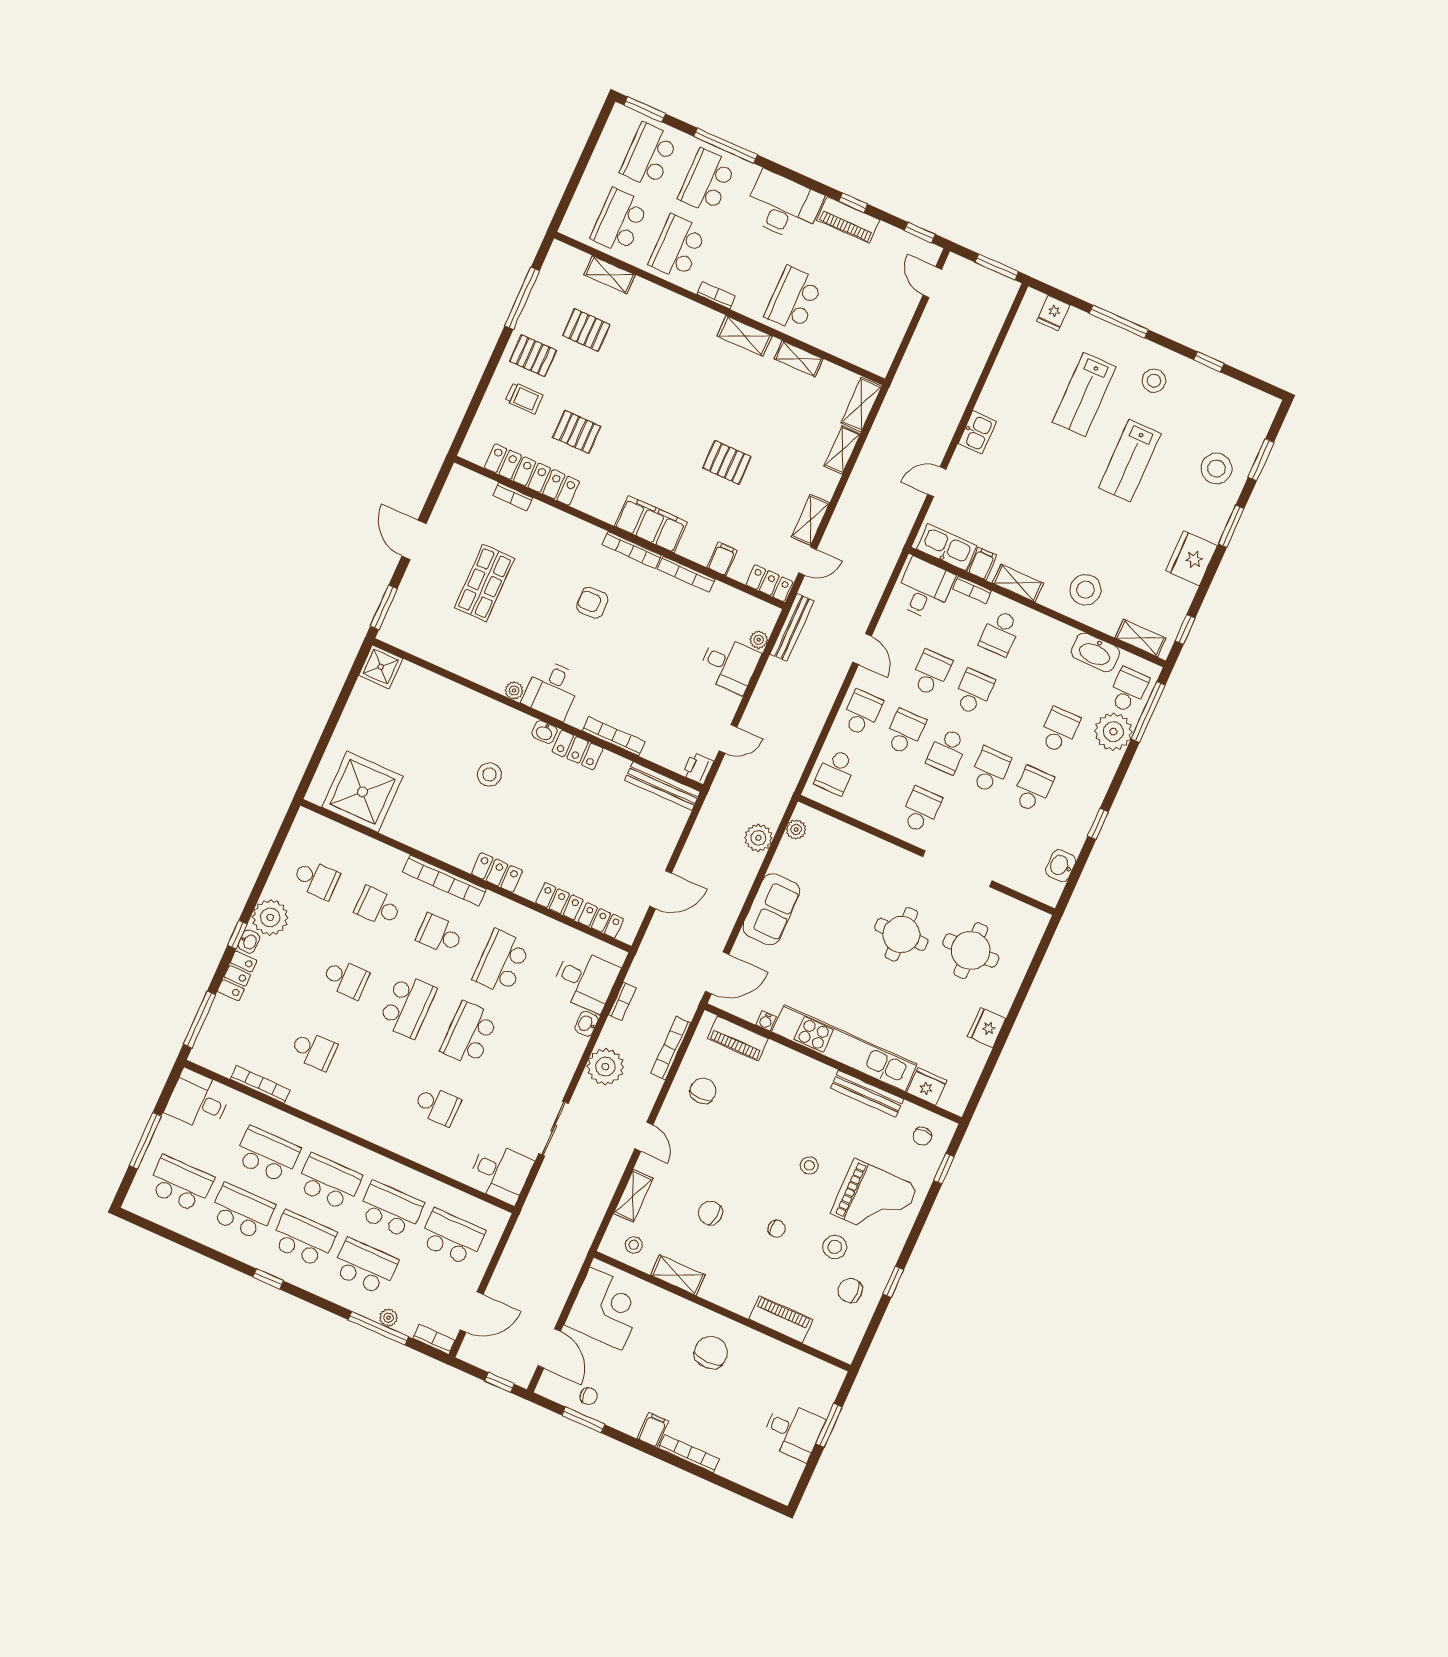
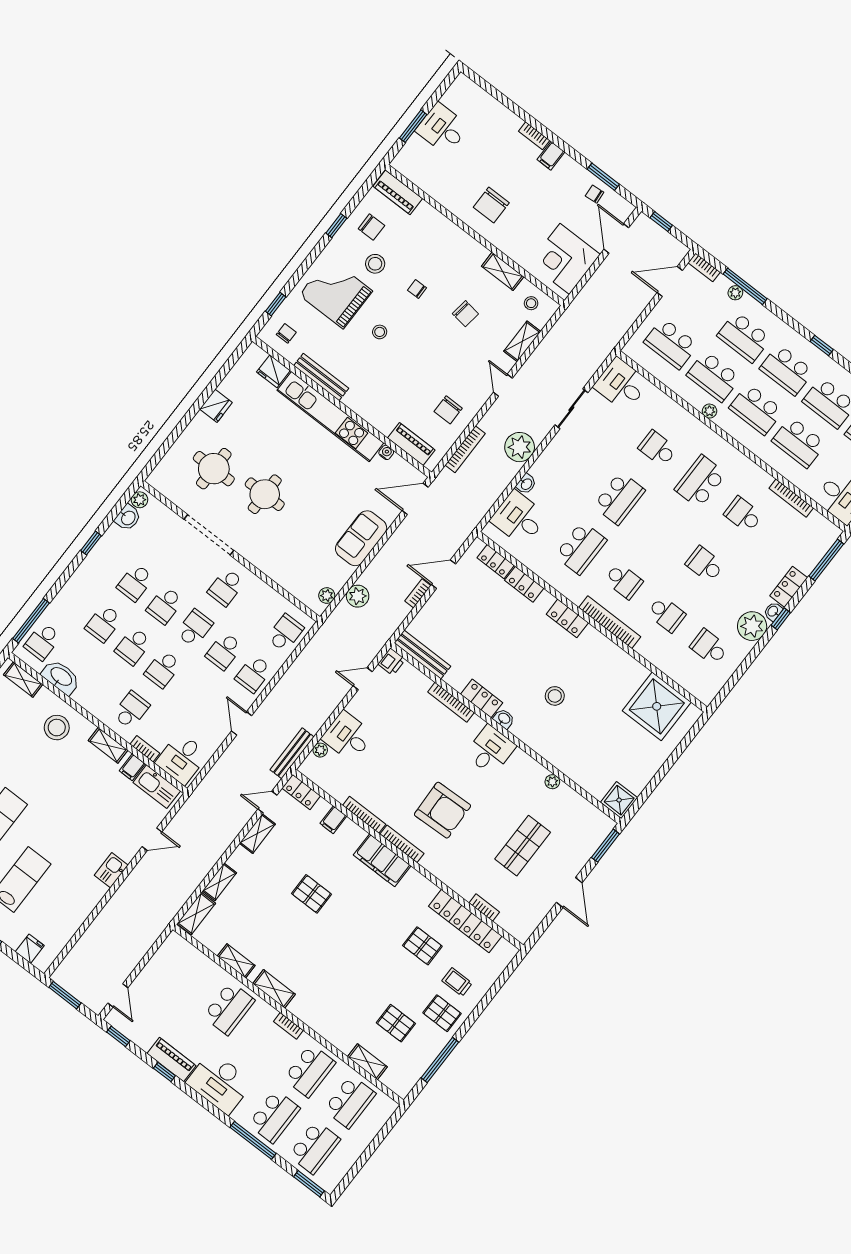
armchair: (592, 603) -> (442, 810), width x1.88, depth x1.88
school desk: (931, 673) -> (133, 646), moved
plant: (514, 691) -> (552, 782), moved
plant: (1113, 732) -> (139, 500), moved, width x0.53, depth x0.53
bookcase: (622, 1001) -> (418, 593), moved
school desk: (408, 1006) -> (700, 482), moved
plant: (385, 1166) -> (710, 411), added
piano: (781, 1319) -> (398, 192), moved
bookcase: (689, 1454) -> (534, 136), width x0.64

